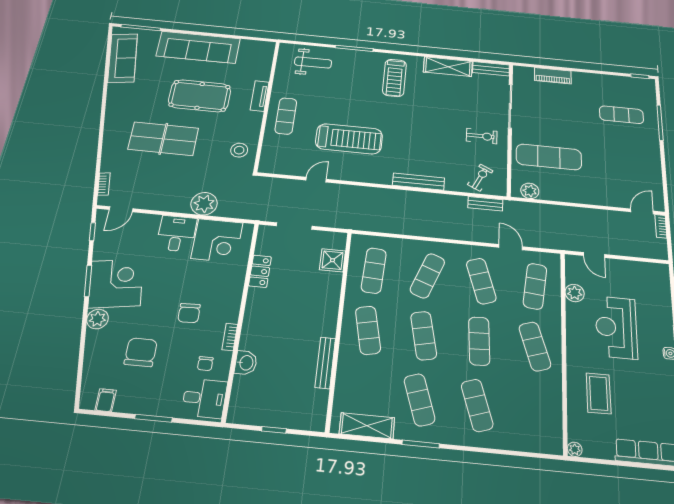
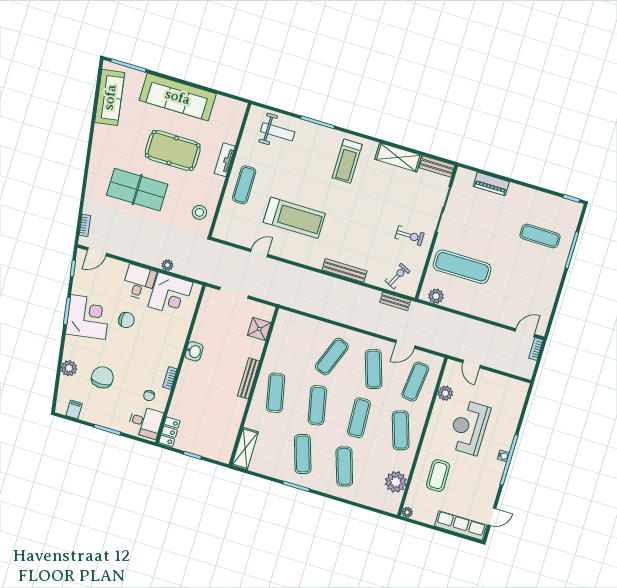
plant: (204, 204) -> (167, 265), width x0.53, depth x0.53
door: (511, 247) -> (405, 344), swing flipped
locker: (260, 271) -> (169, 432), moved
exercise mat: (374, 271) -> (290, 344), removed
chair: (189, 313) -> (126, 320), moved, turned -88
plant: (97, 319) -> (69, 368), moved
washbasin: (246, 363) -> (194, 351), moved
bench: (325, 363) -> (249, 378), moved
plant: (548, 412) -> (396, 482), added
shelving: (367, 426) -> (245, 449), moved, turned 90

